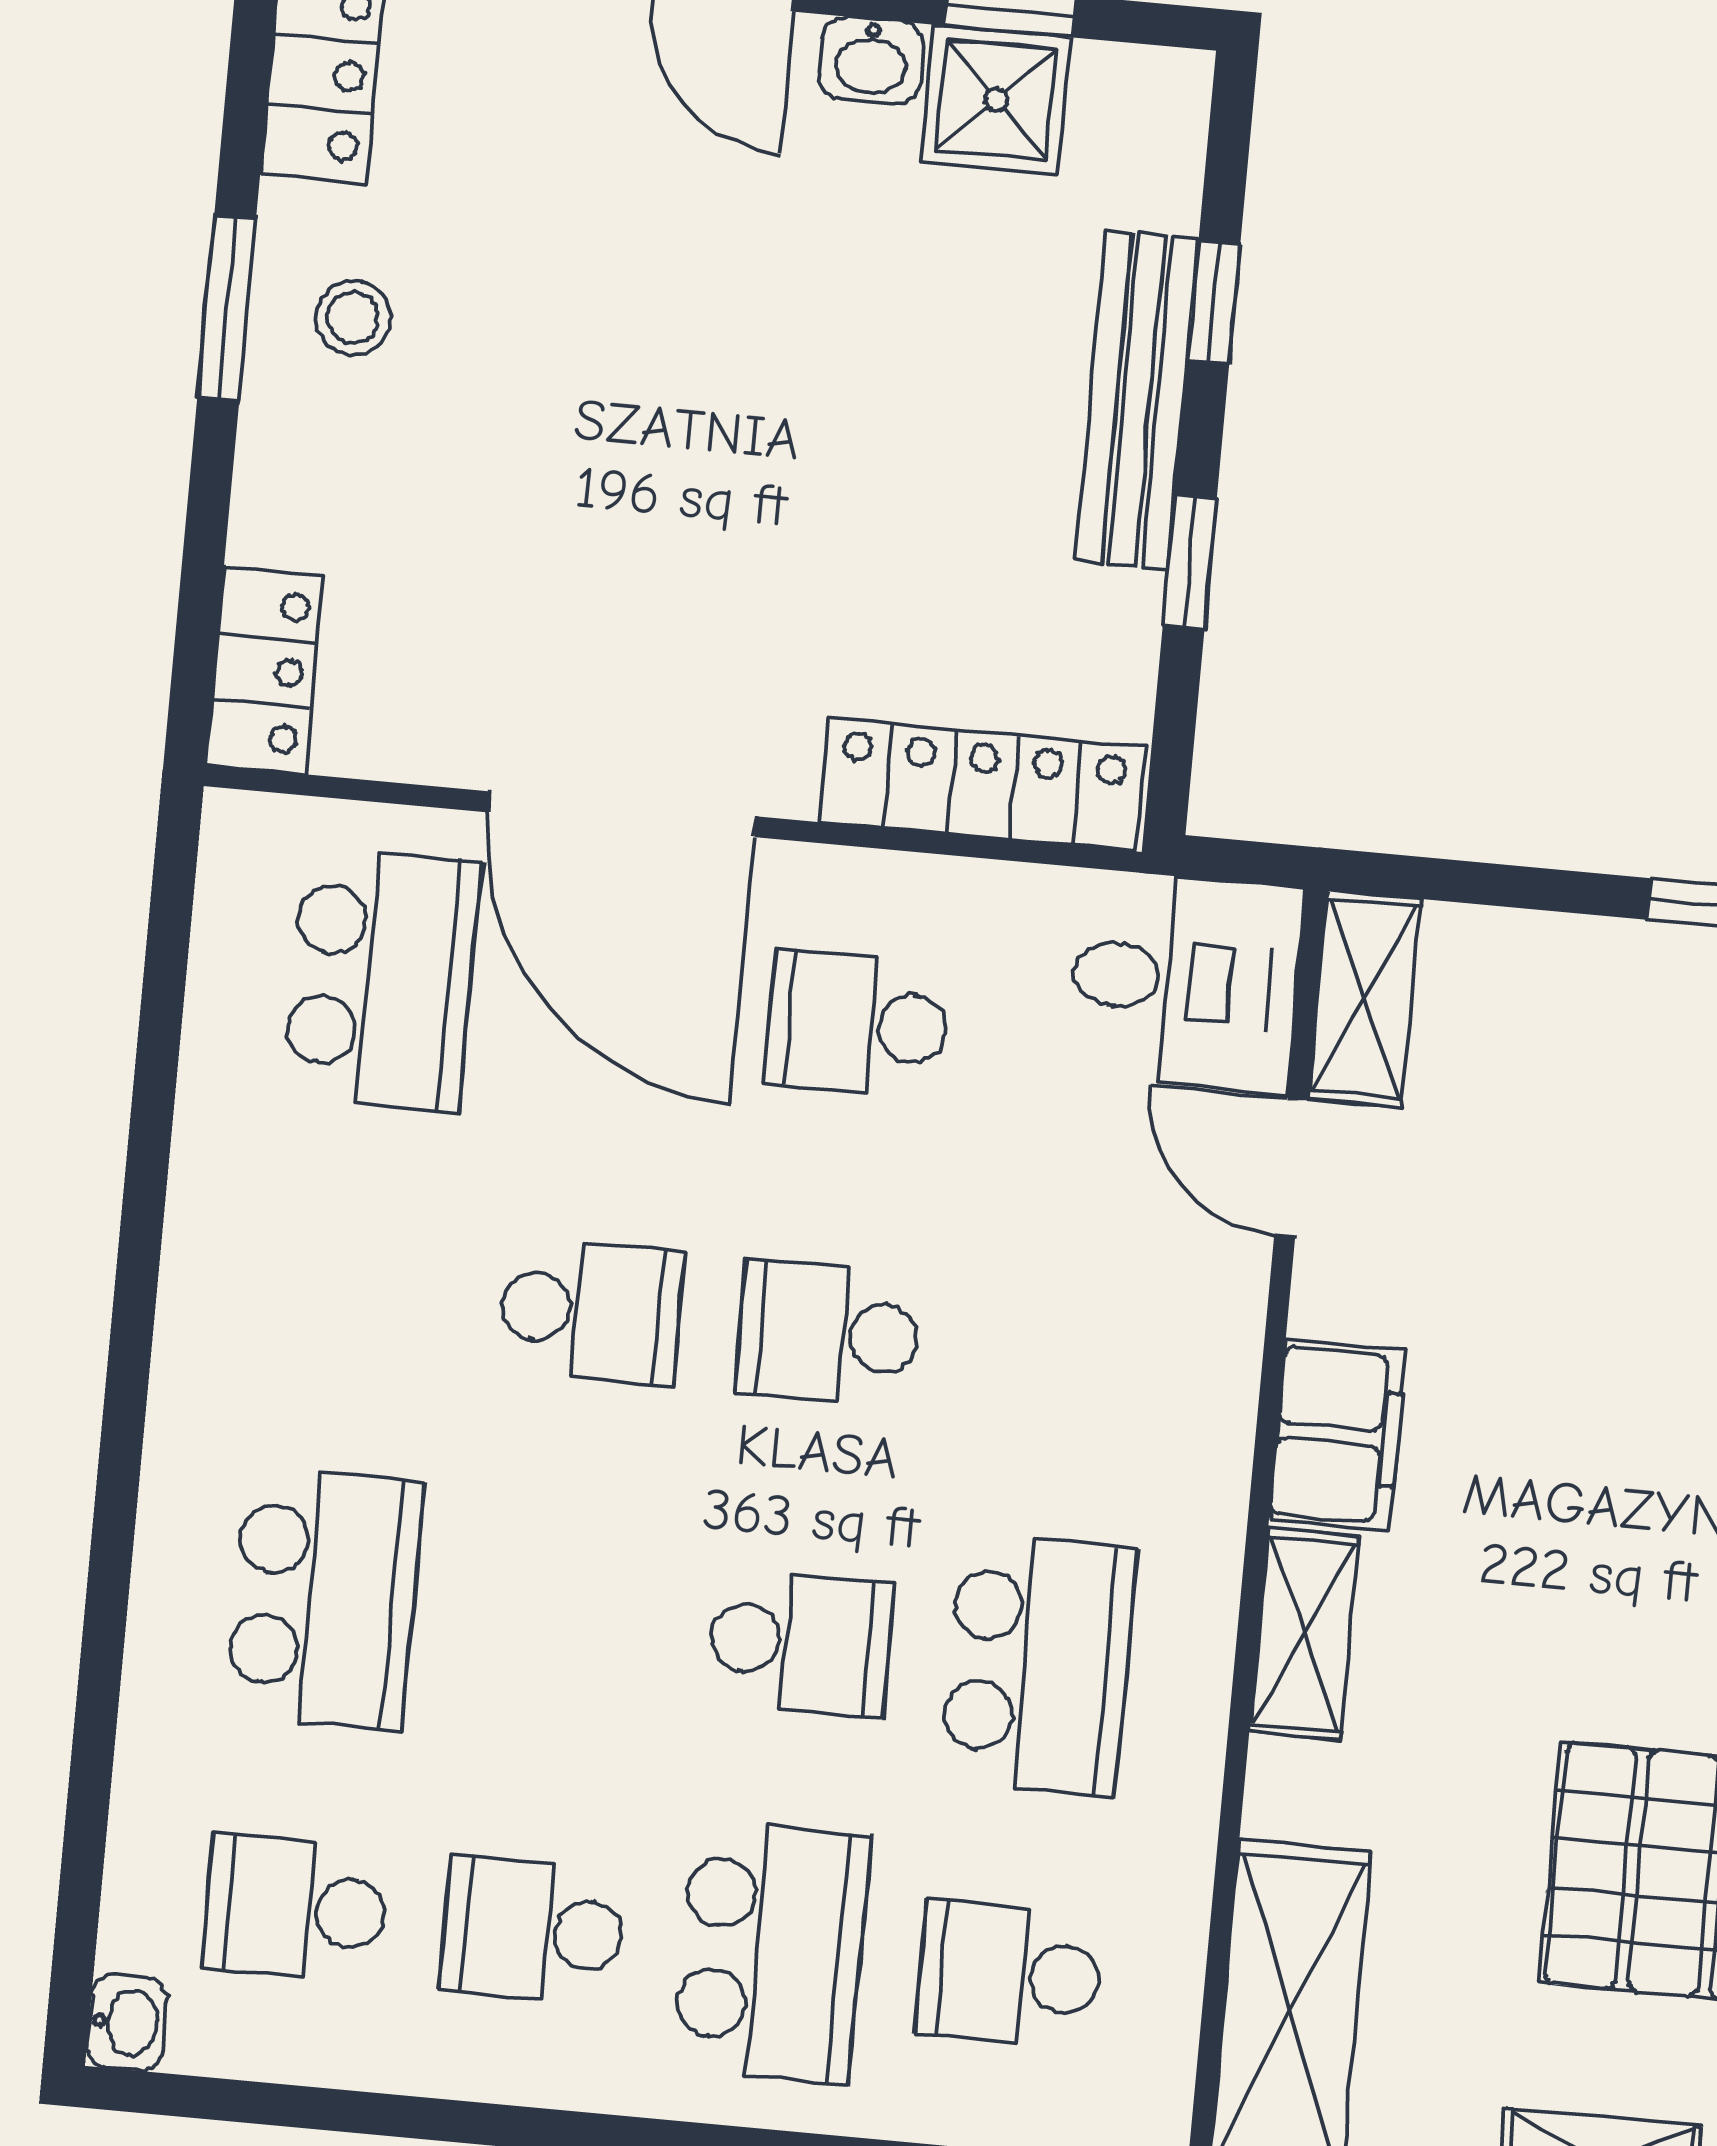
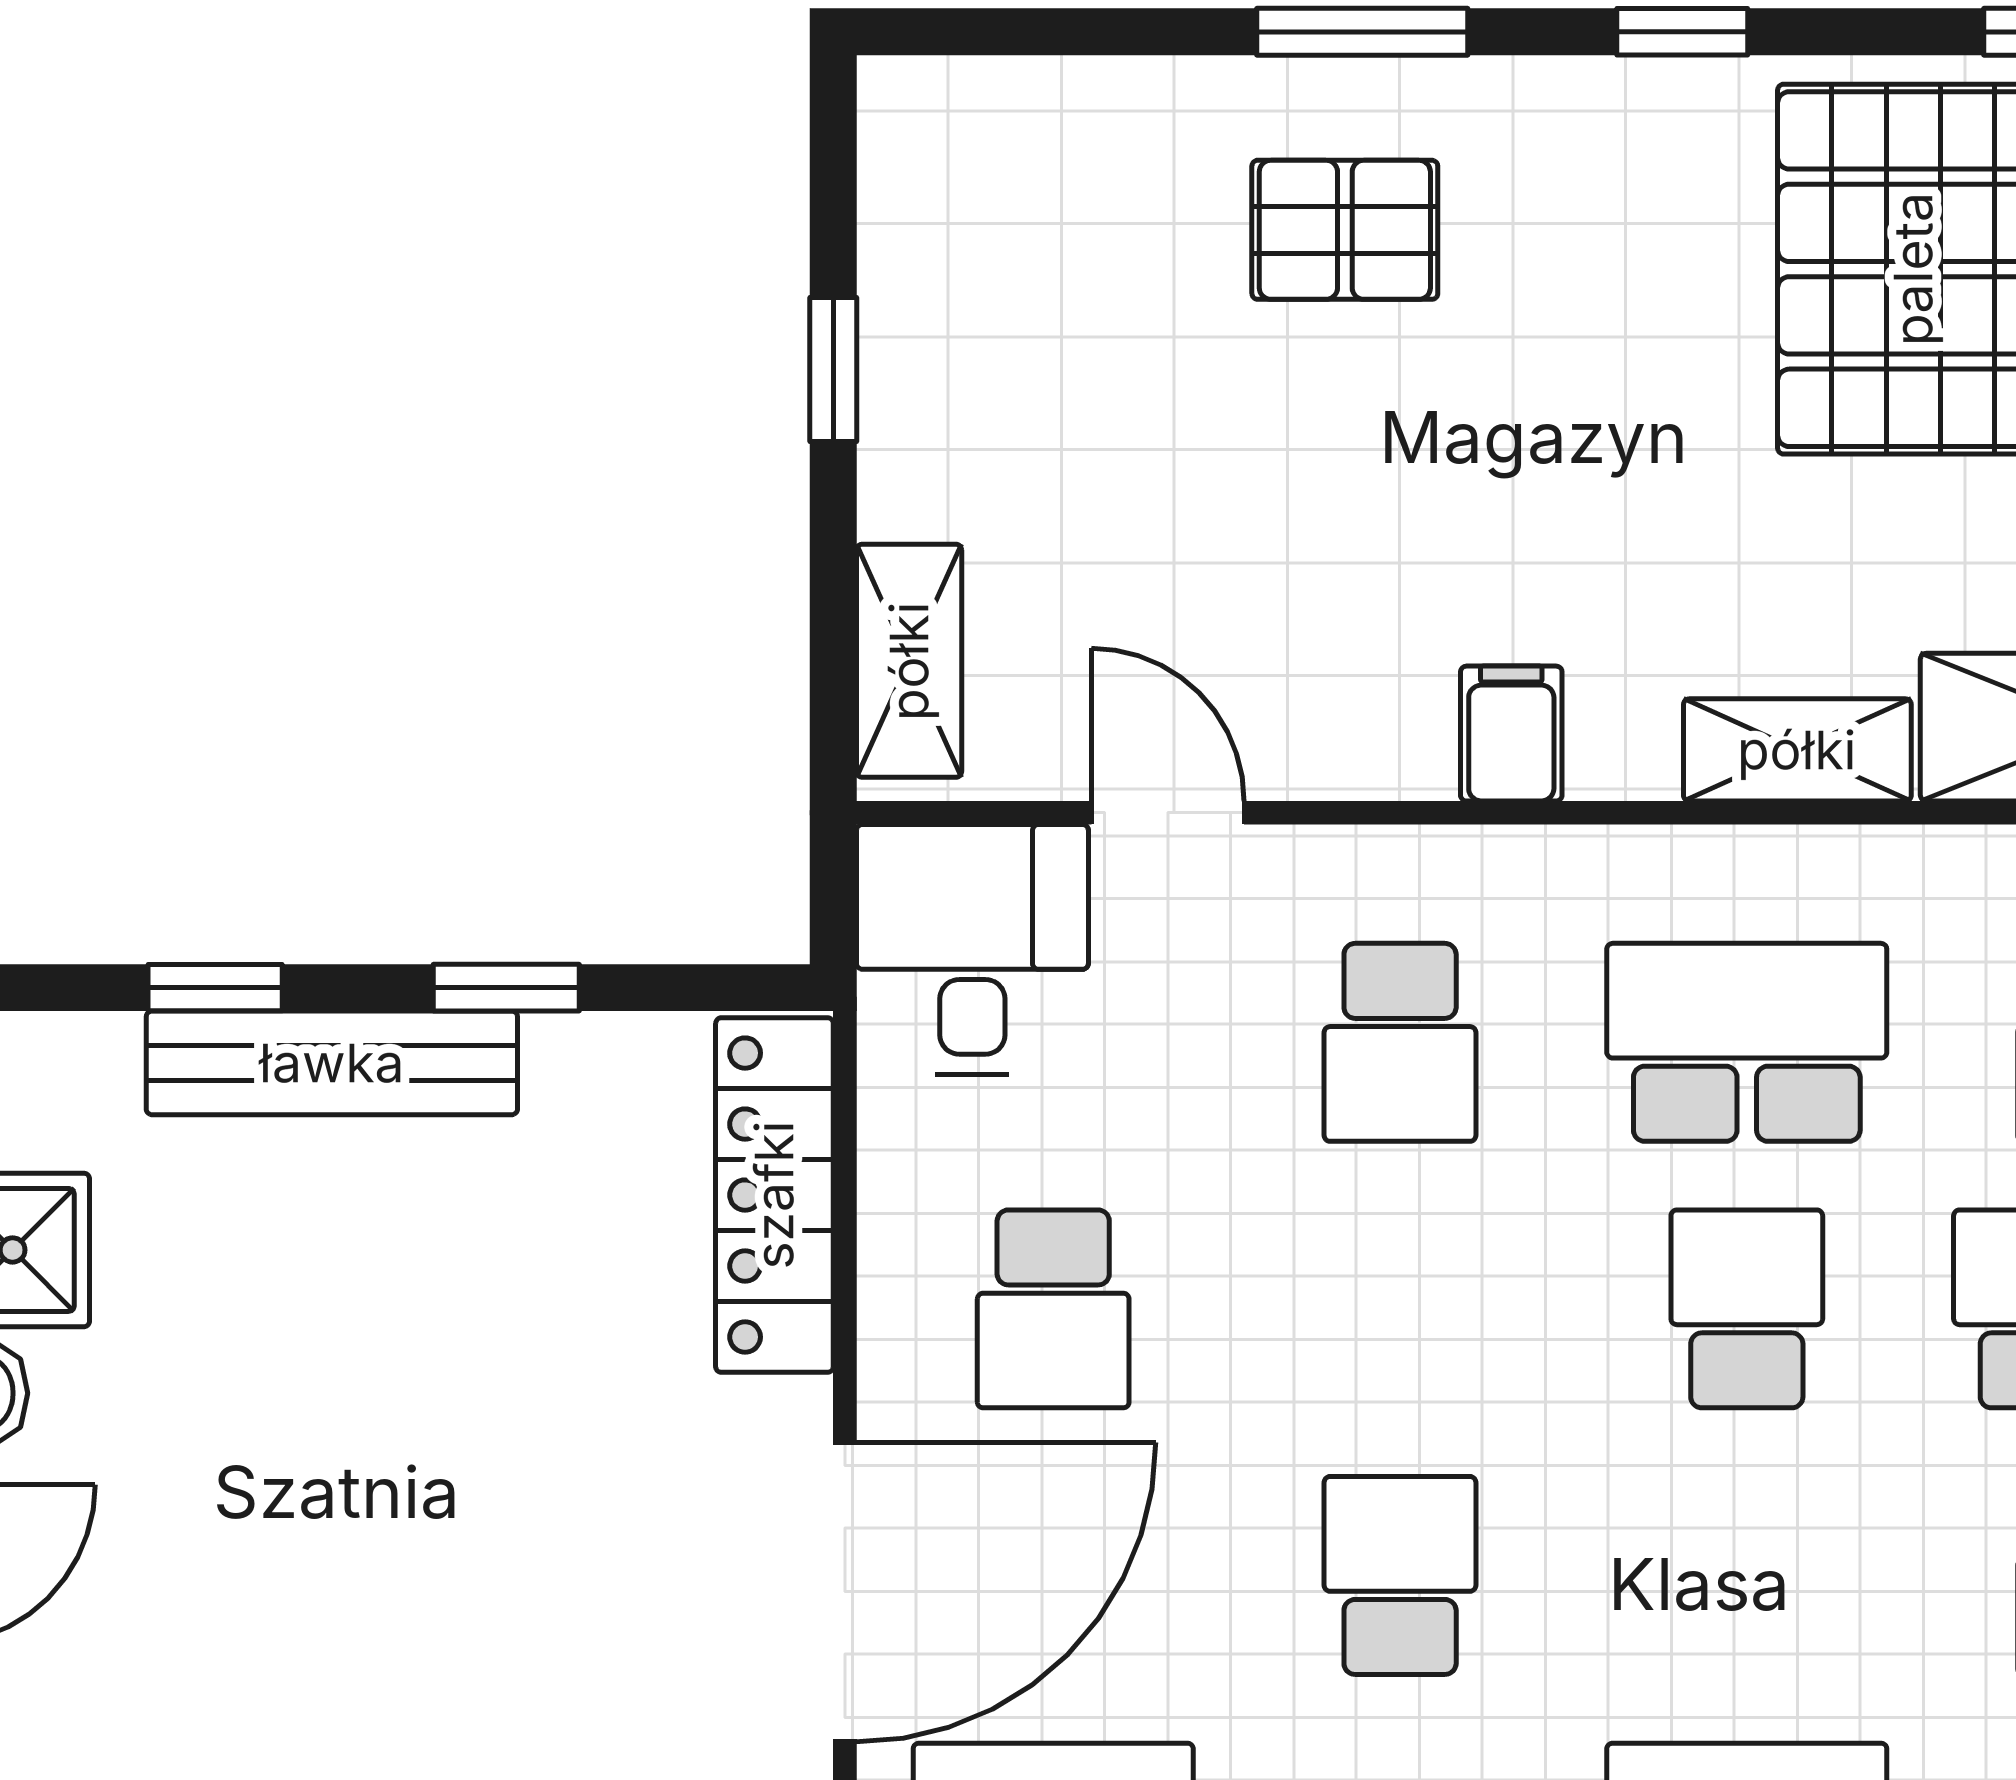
shelving: (1364, 999) -> (909, 661), moved, turned 90
door: (1291, 1167) -> (1168, 813), swing flipped
school desk: (829, 1333) -> (1400, 1042), moved
filing cabinet: (1337, 1435) -> (1511, 734), width x0.50
shelving: (1304, 1634) -> (1797, 750), moved

